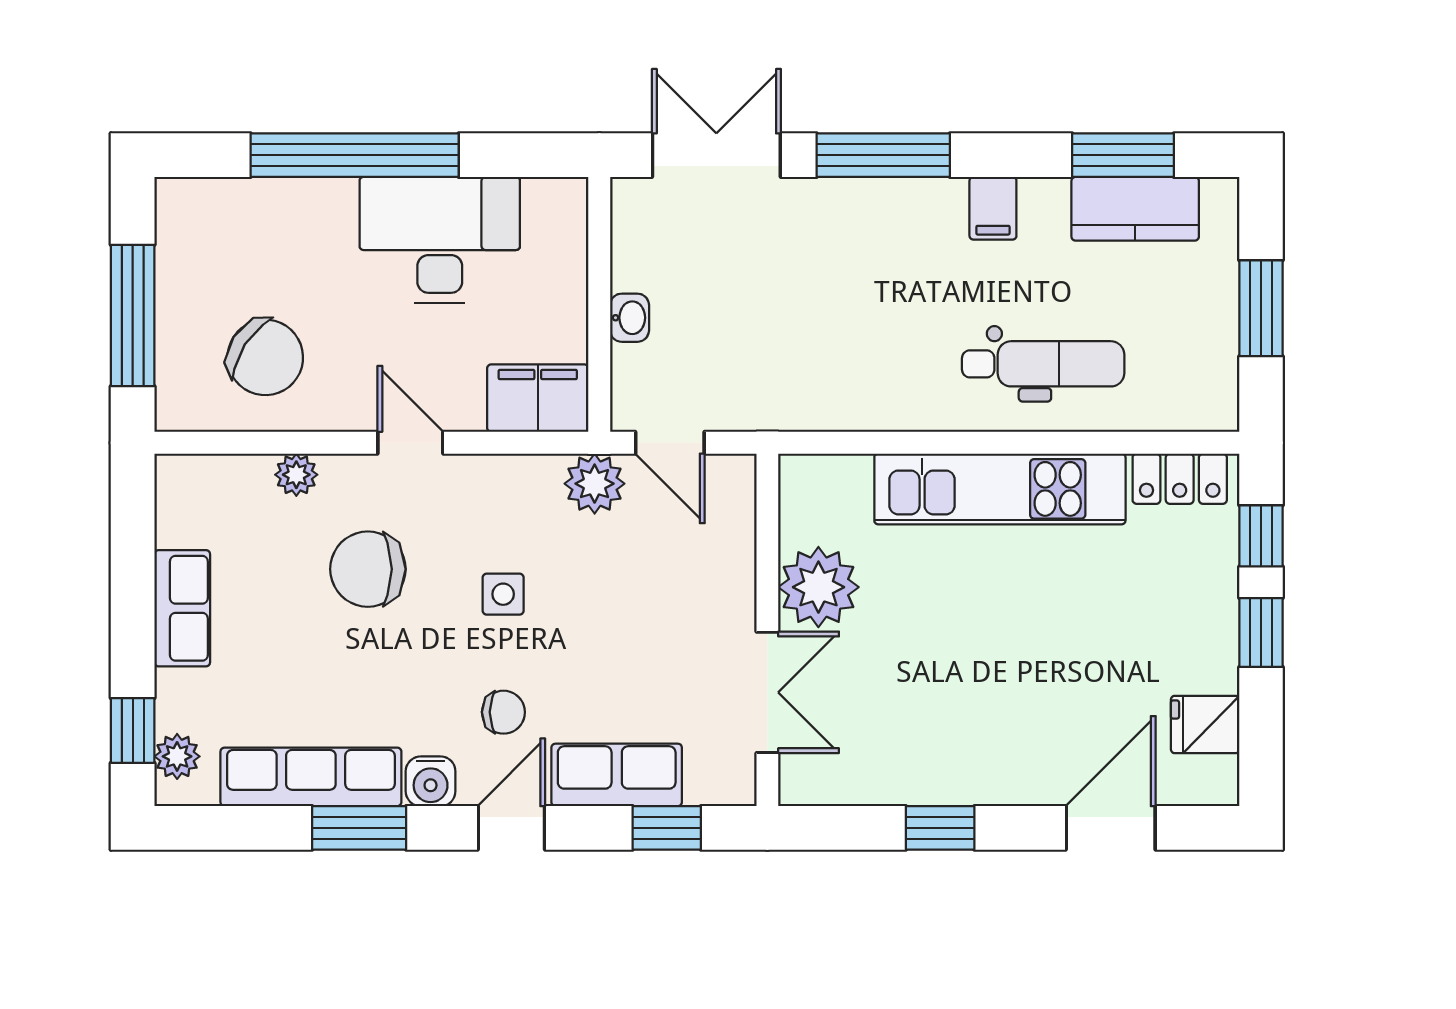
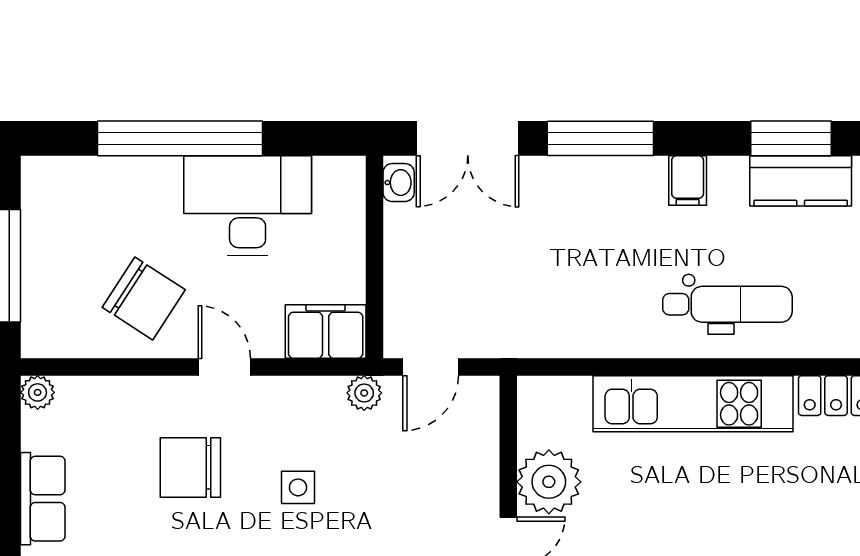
double door: (716, 155) -> (468, 138), swing flipped
washbasin: (630, 318) -> (399, 183), moved
chair: (265, 357) -> (144, 299), moved
door: (670, 443) -> (431, 367), hinge flipped
plant: (296, 475) -> (38, 392), moved
plant: (595, 484) -> (364, 393), width x0.73, depth x0.73

